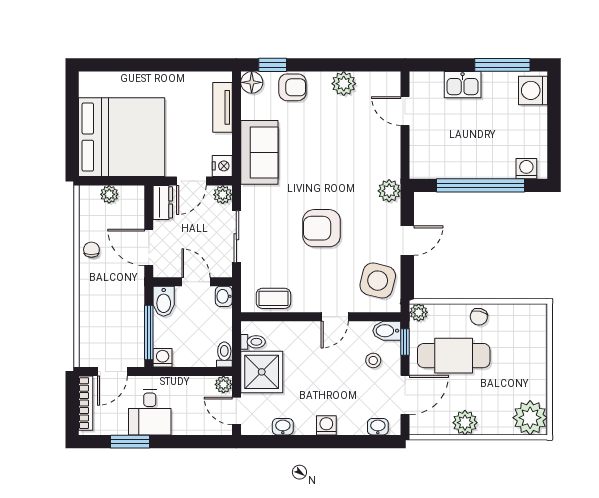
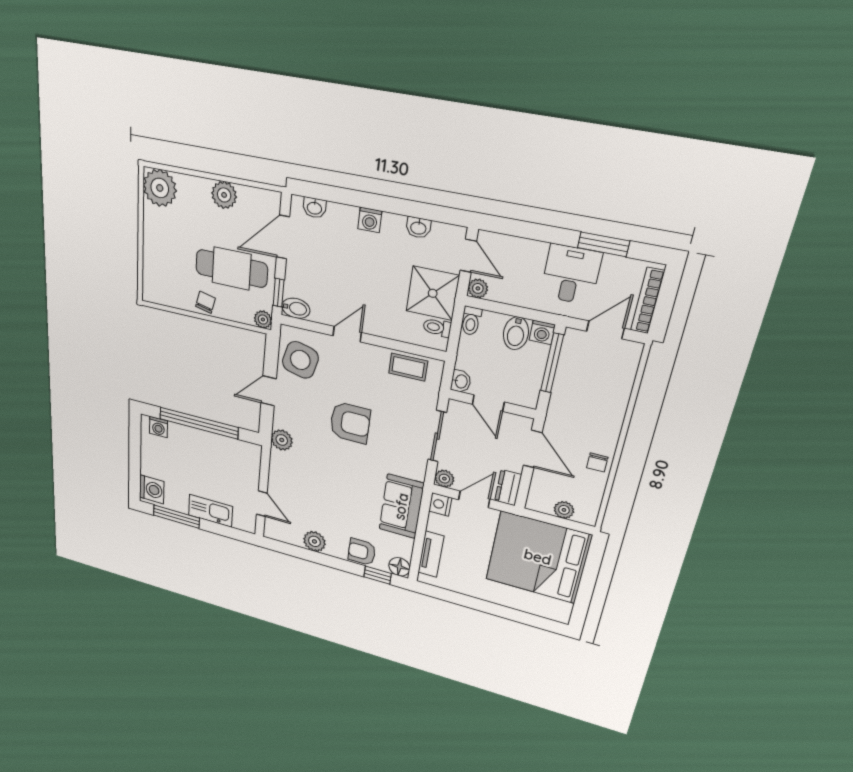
kitchen sink: (463, 85) -> (210, 511), width x1.38
bidet: (164, 301) -> (516, 333), moved, turned 180
stool: (373, 360) -> (312, 281), removed

